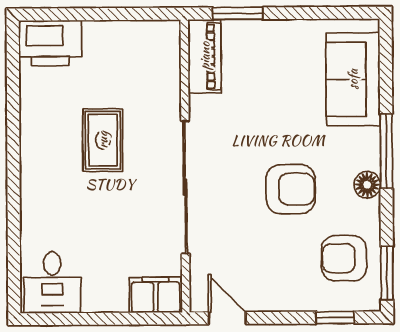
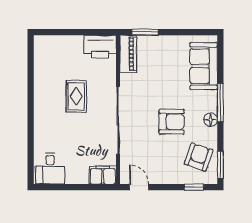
printer: (50, 43) -> (100, 47), moved
armchair: (344, 258) -> (199, 157), turned 109

